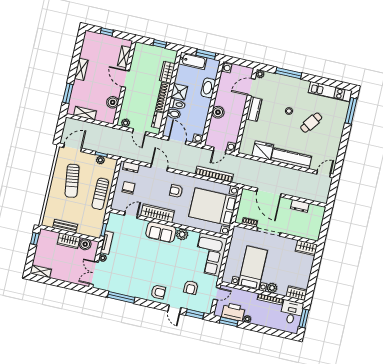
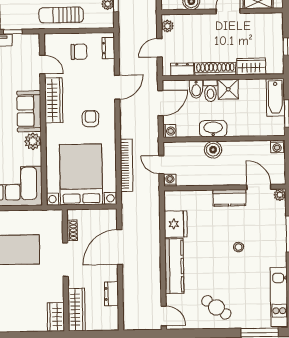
washbasin: (208, 88) -> (213, 129), moved
cafe table: (311, 123) -> (216, 307), moved
wardrobe: (305, 232) -> (77, 310), added

